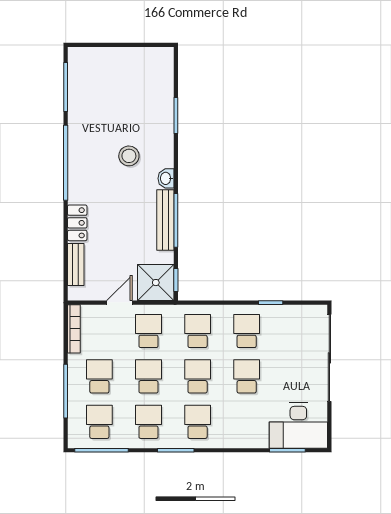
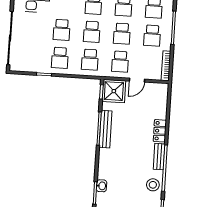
stool: (129, 156) -> (153, 185), moved
washbasin: (166, 178) -> (102, 186), moved
bench: (76, 265) -> (159, 157), moved

